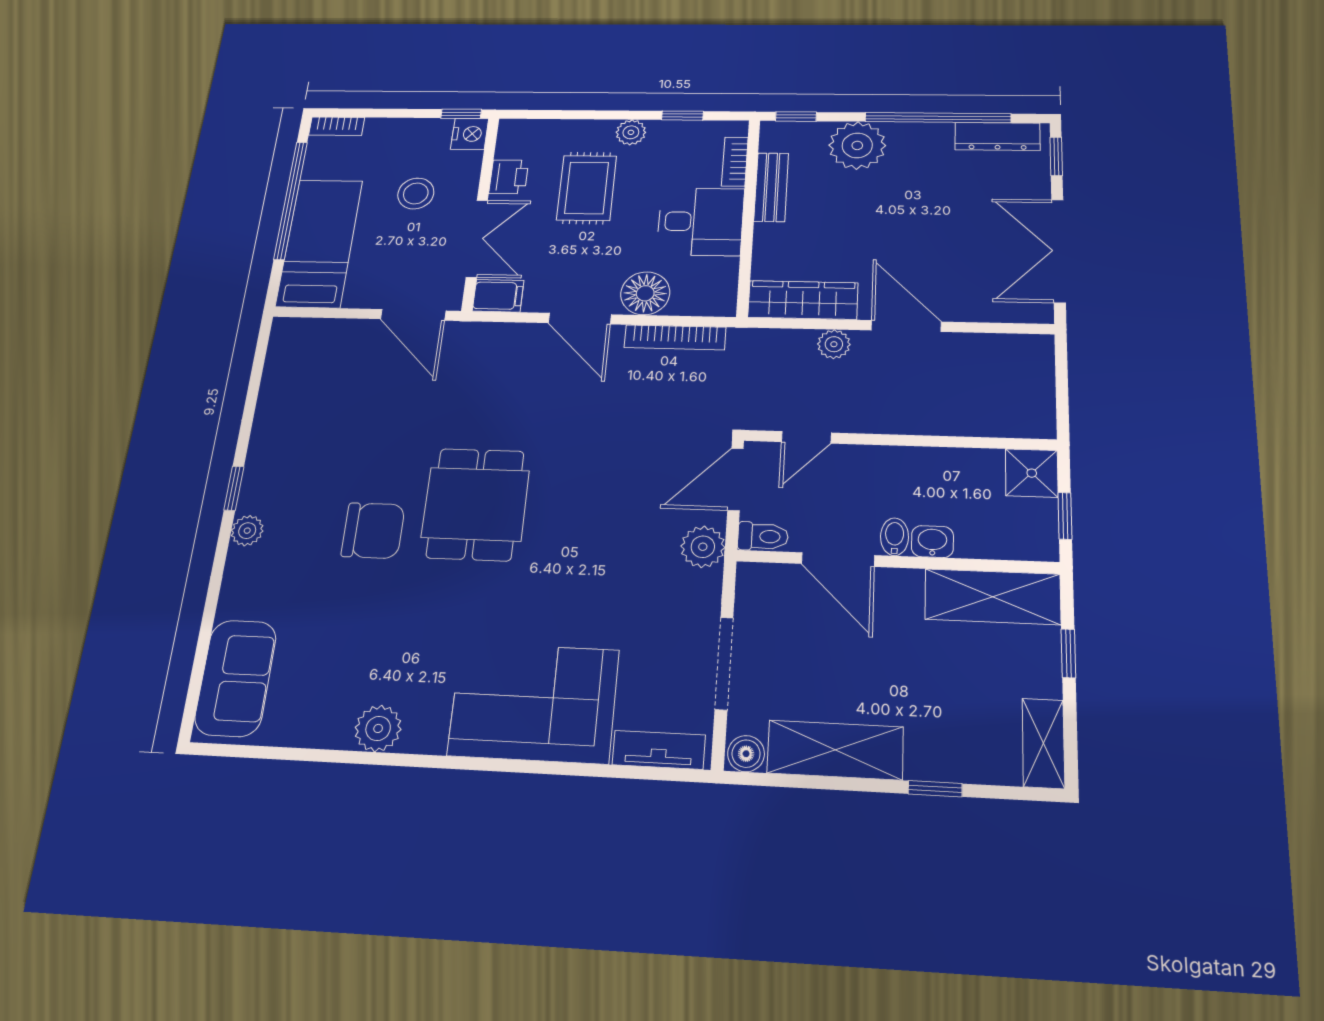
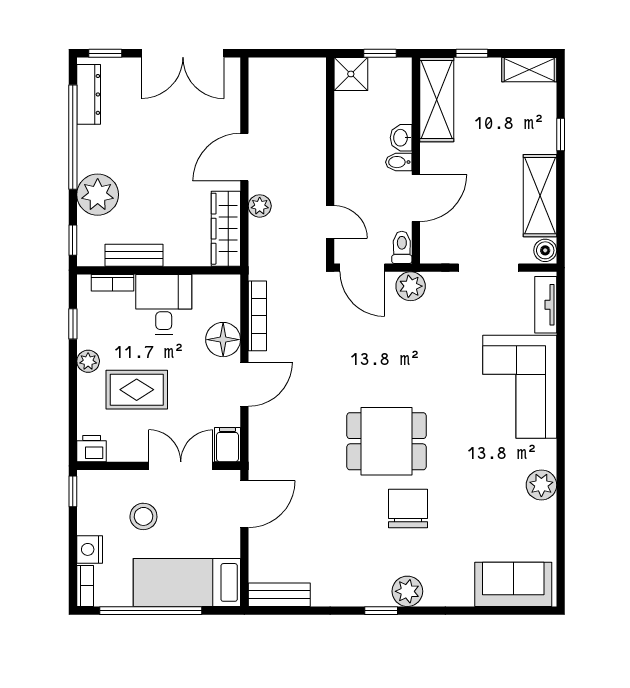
nightstand: (470, 134) -> (90, 549), moved, turned -90
printer: (509, 177) -> (92, 449), moved
bench: (282, 356) -> (279, 595), added
plant: (247, 531) -> (407, 591), width x1.38, depth x1.38

